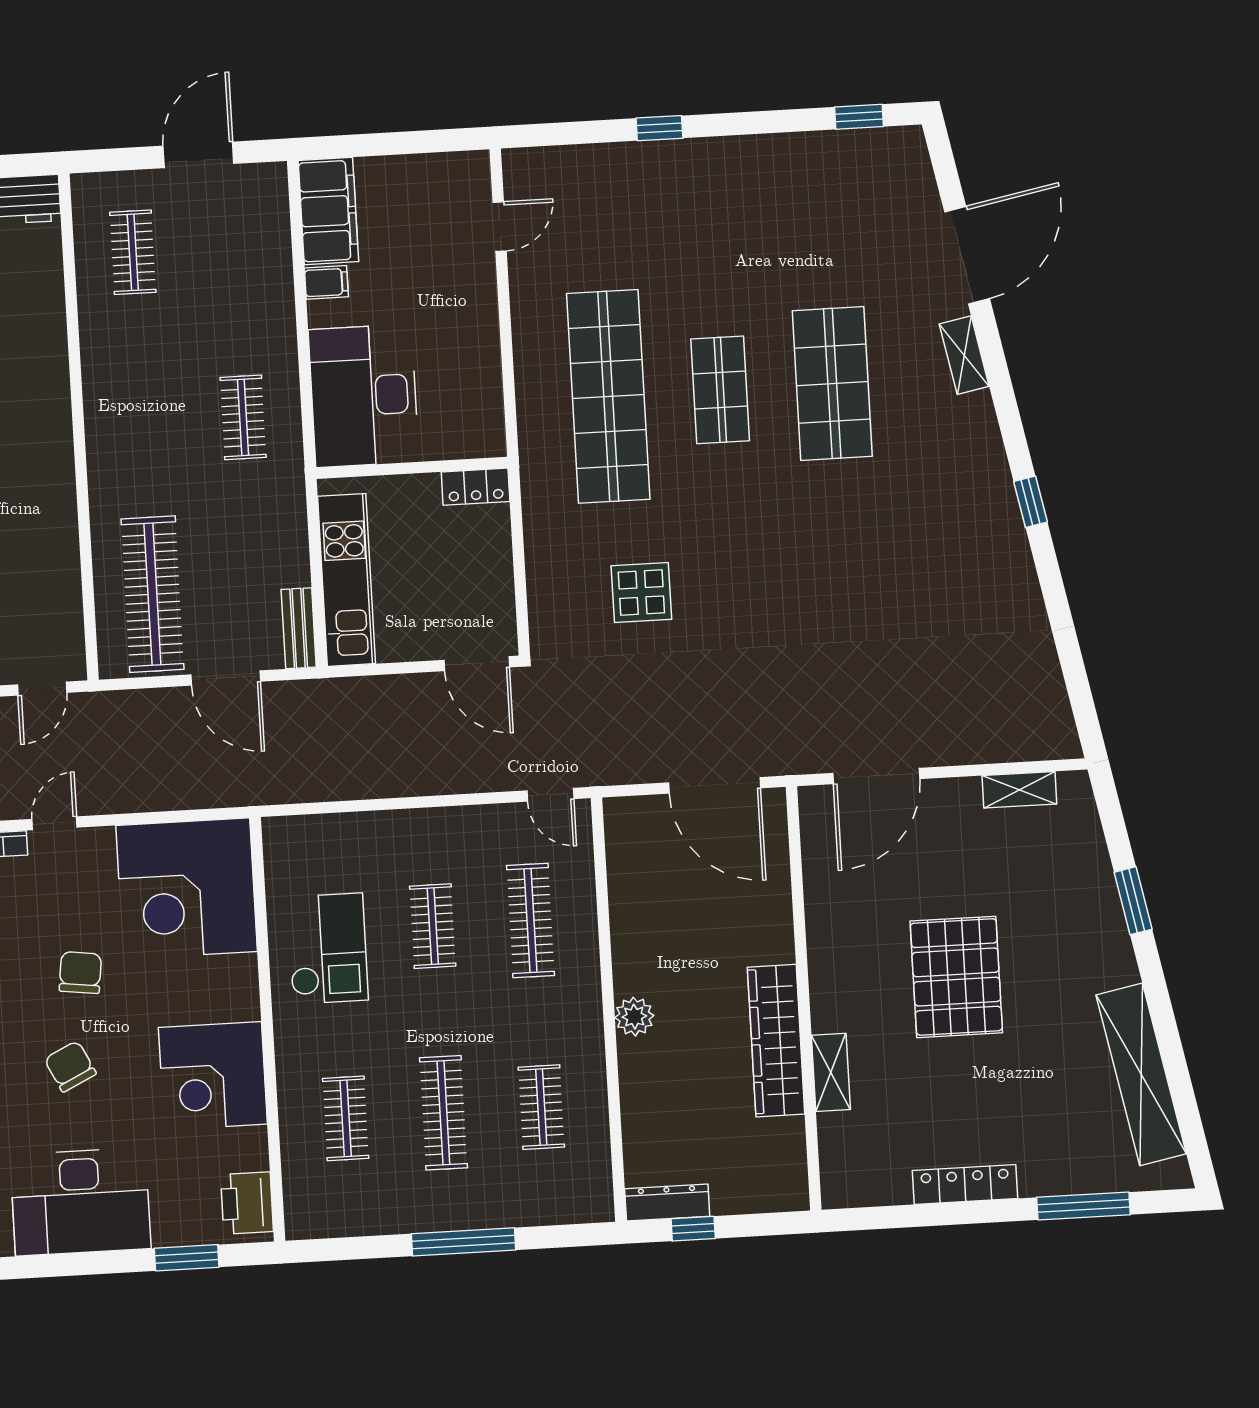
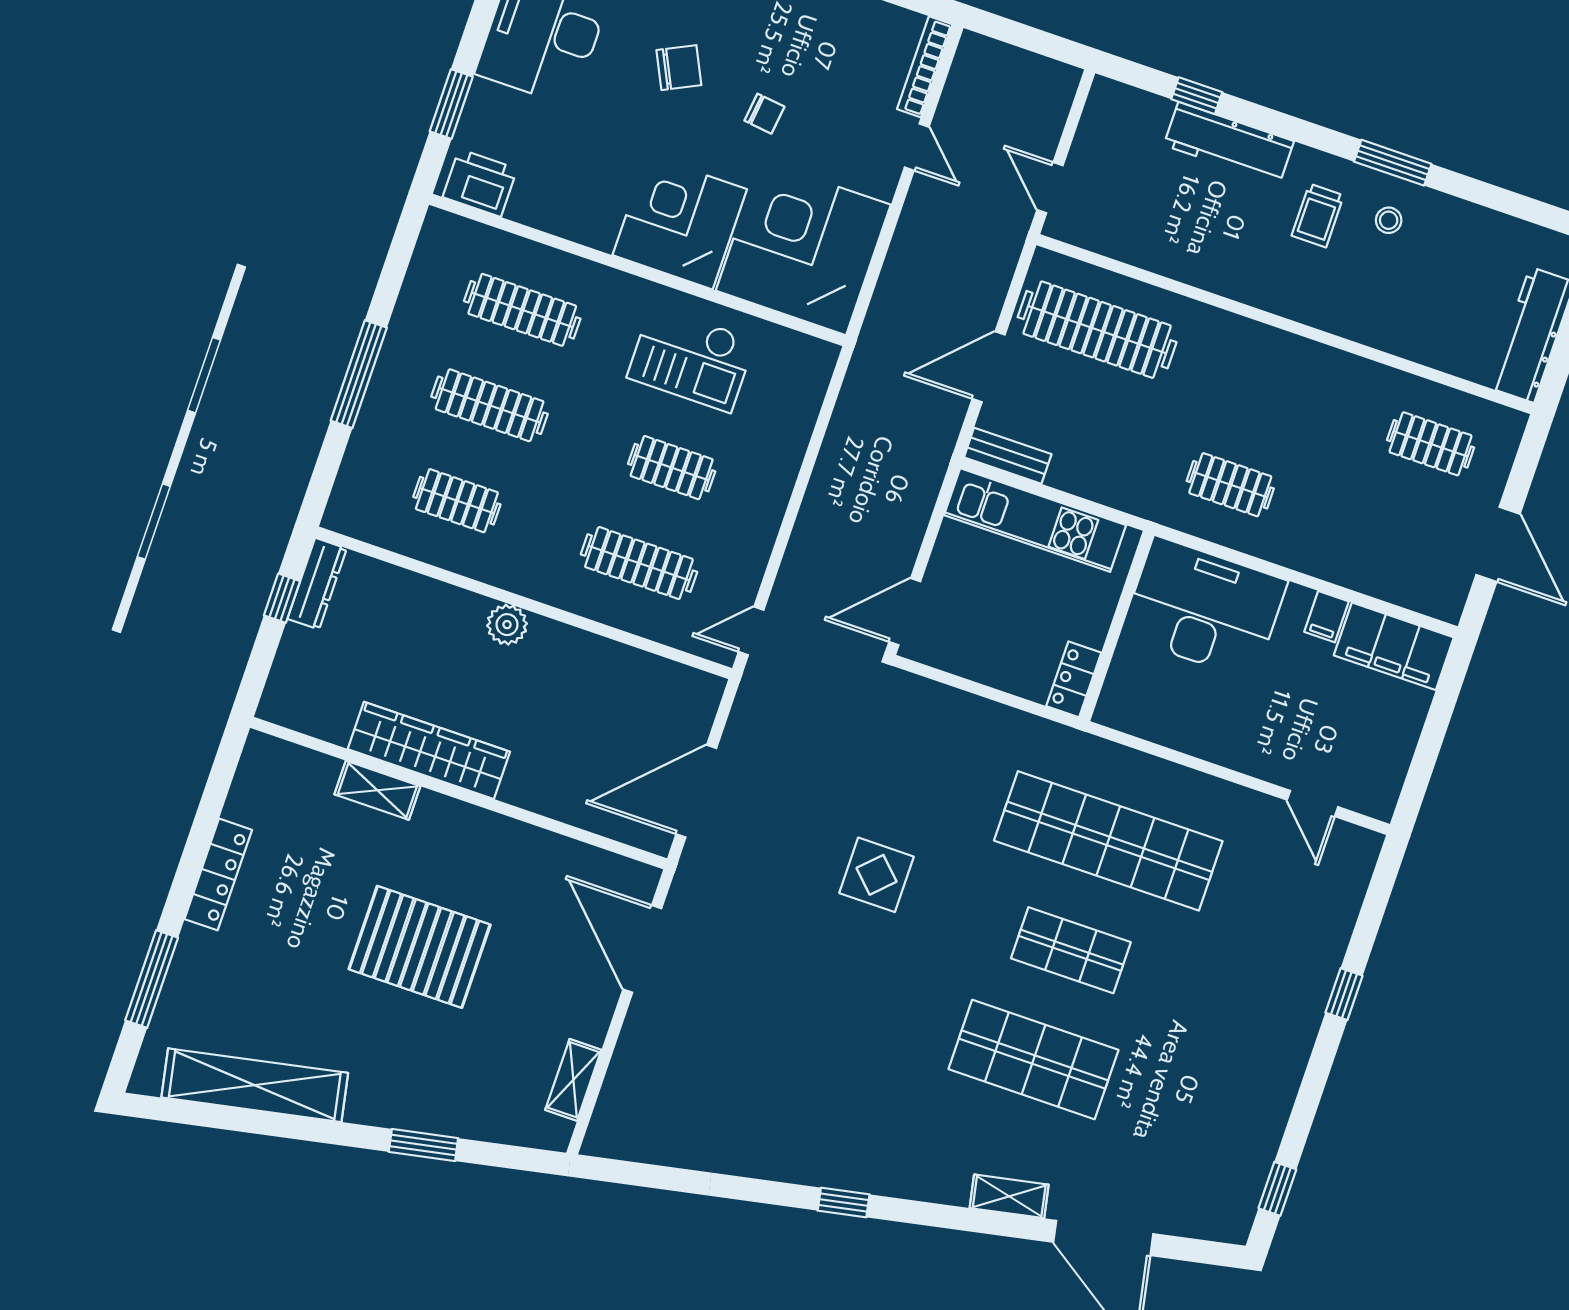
display table: (641, 592) -> (877, 875), moved
chair: (80, 973) -> (764, 114), width x0.73, depth x0.73
corner desk: (213, 1076) -> (680, 222), moved
clothes rail: (346, 1118) -> (522, 310), width x1.36

